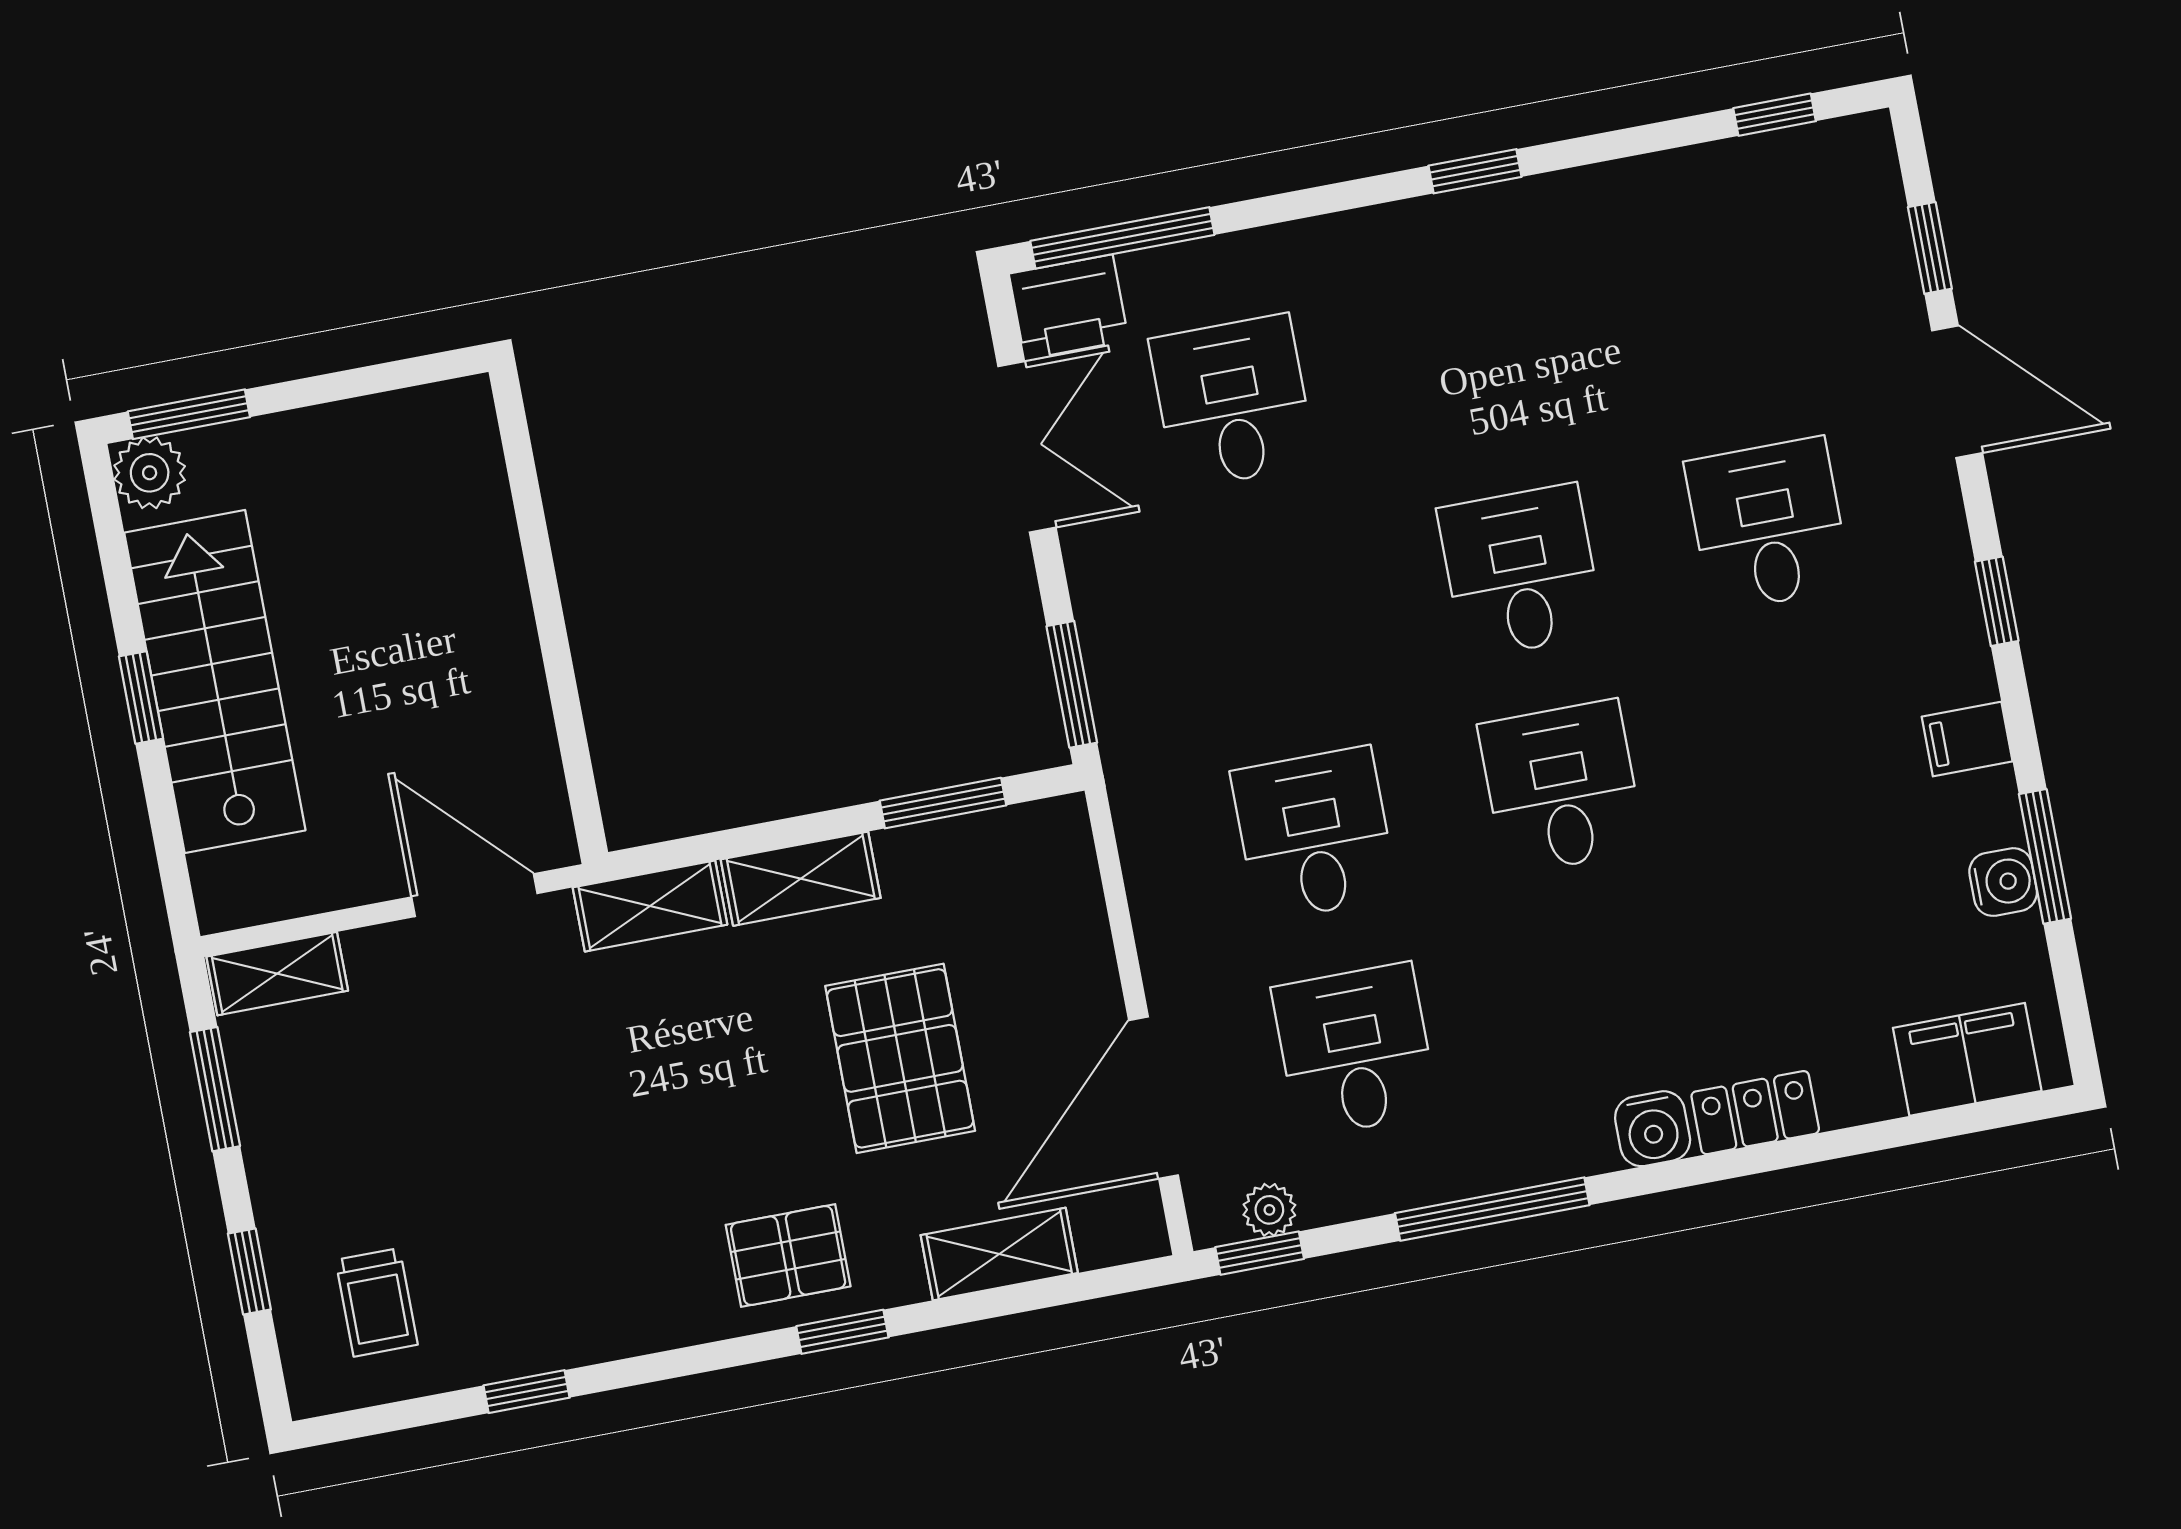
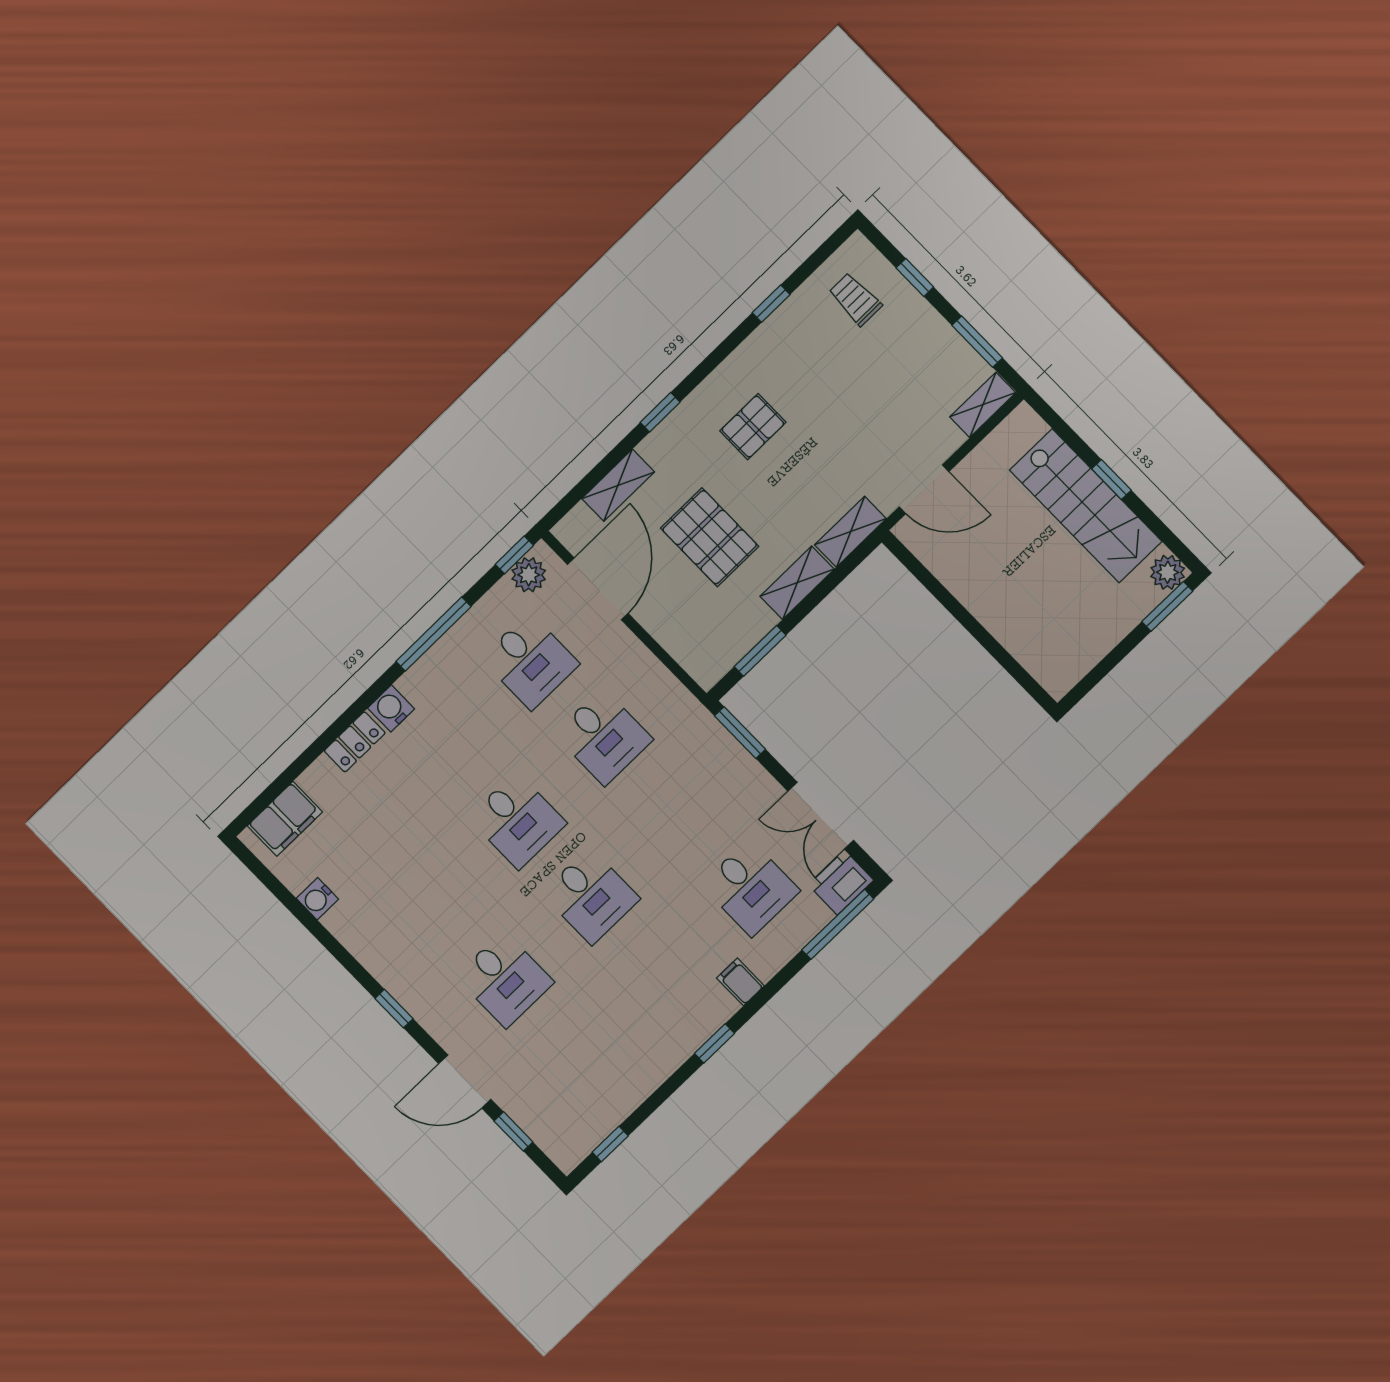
filing cabinet: (1967, 739) -> (740, 982), moved, turned -90
window: (2045, 856) -> (308, 920), removed
plant: (1269, 1210) -> (529, 575), width x1.38, depth x1.38
pallet: (788, 1256) -> (753, 427), moved

